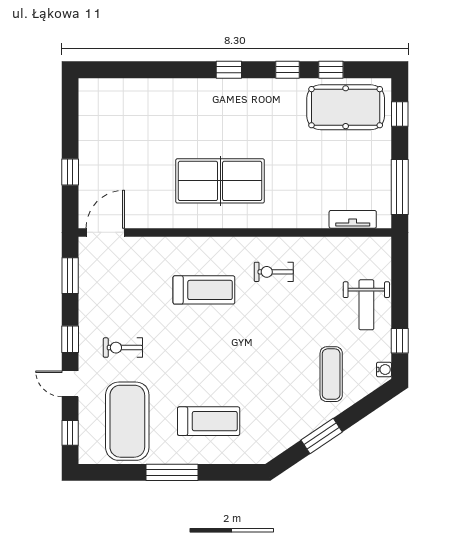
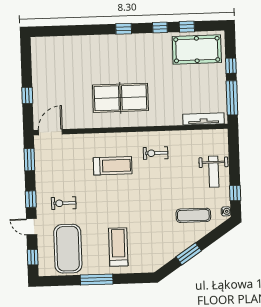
window: (400, 114) -> (231, 66), moved
tv unit: (353, 219) -> (203, 119), width x1.41
exercise mat: (331, 374) -> (193, 215), turned 90
treadmill: (209, 421) -> (118, 247), turned -90

